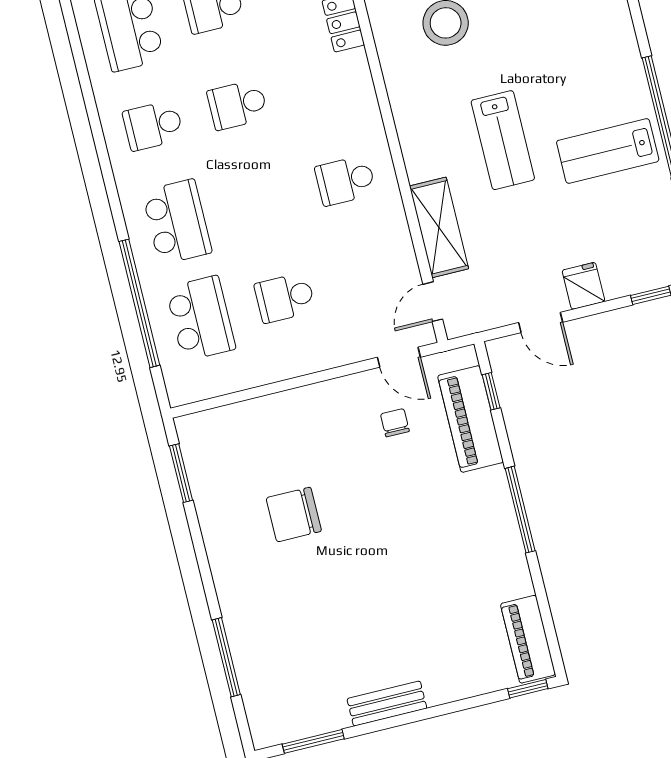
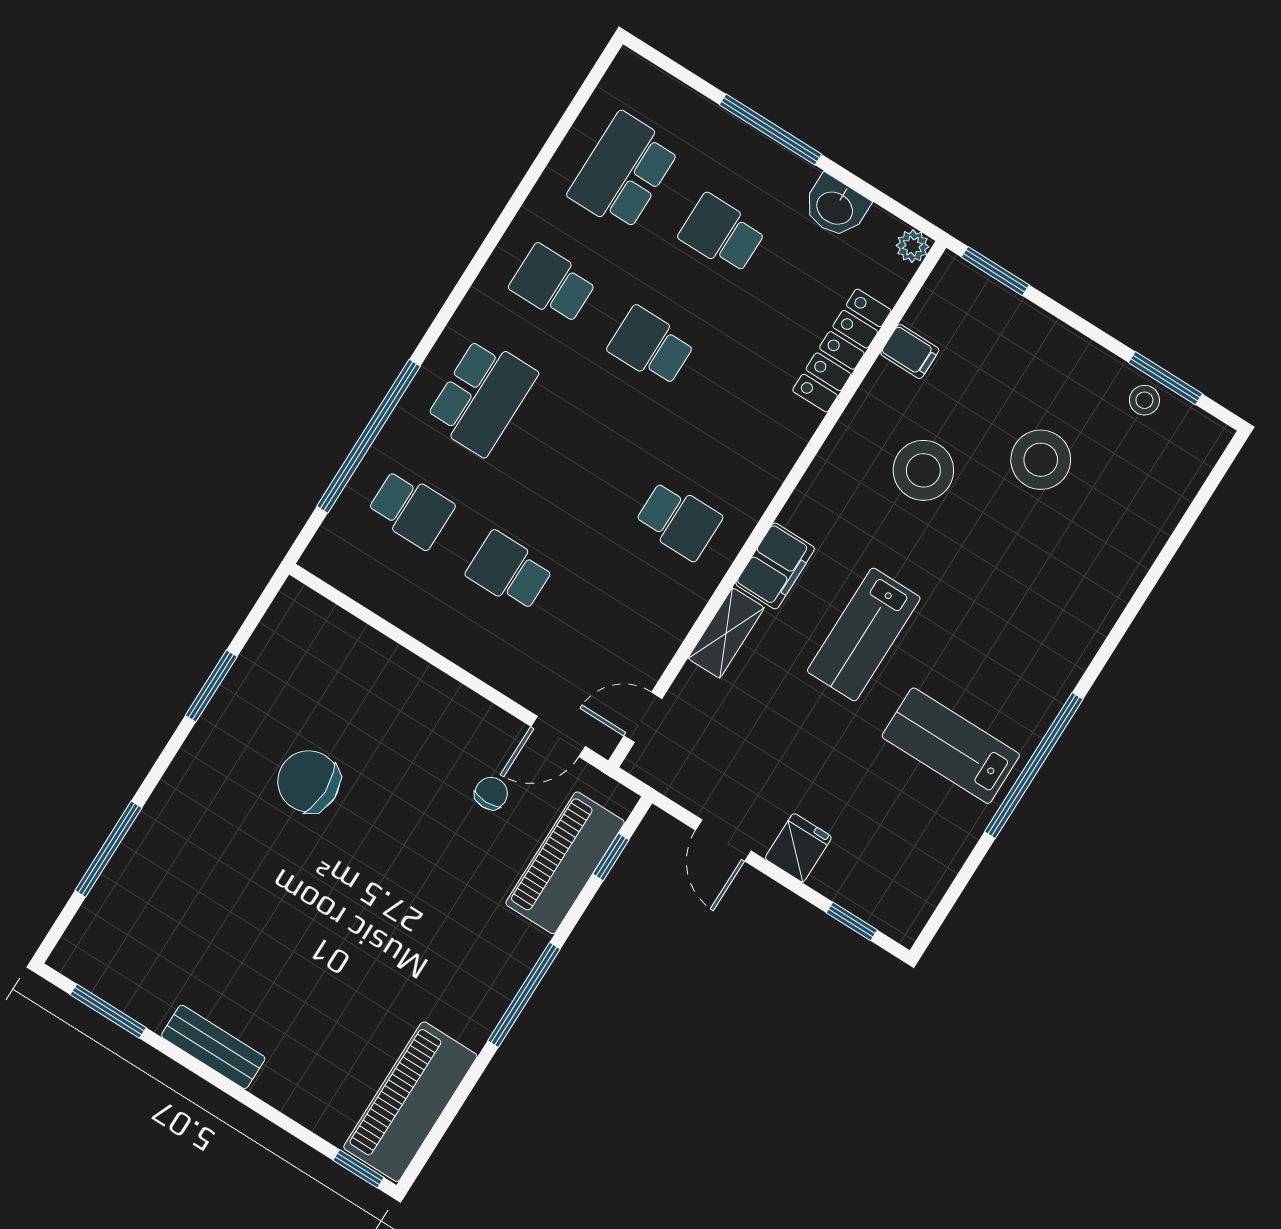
filing cabinet: (420, 152) -> (775, 566), added
school desk: (345, 180) -> (679, 520), turned 180
shelving: (439, 227) -> (726, 633), width x0.67, depth x0.75
school desk: (201, 318) -> (411, 509), width x0.54
door: (399, 357) -> (558, 736), hinge flipped
window: (181, 473) -> (211, 686), moved
piano: (528, 639) -> (410, 1102), width x1.37, depth x1.33

